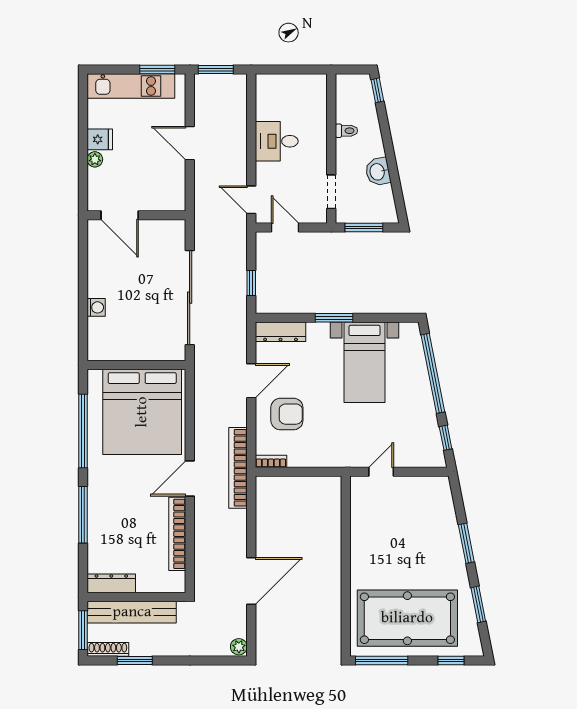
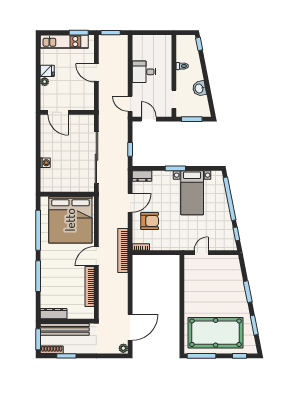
dresser: (281, 332) -> (142, 176), width x0.70
door: (251, 581) -> (130, 327), moved

